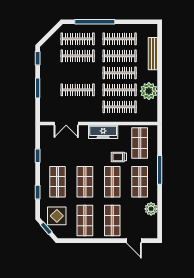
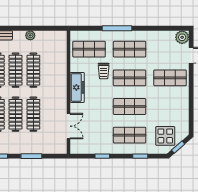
plant: (149, 91) -> (30, 35), width x0.53, depth x0.53
clothes rail: (120, 107) -> (16, 114), moved
plant: (151, 209) -> (182, 37), moved
shop shelf: (85, 220) -> (170, 107), removed

